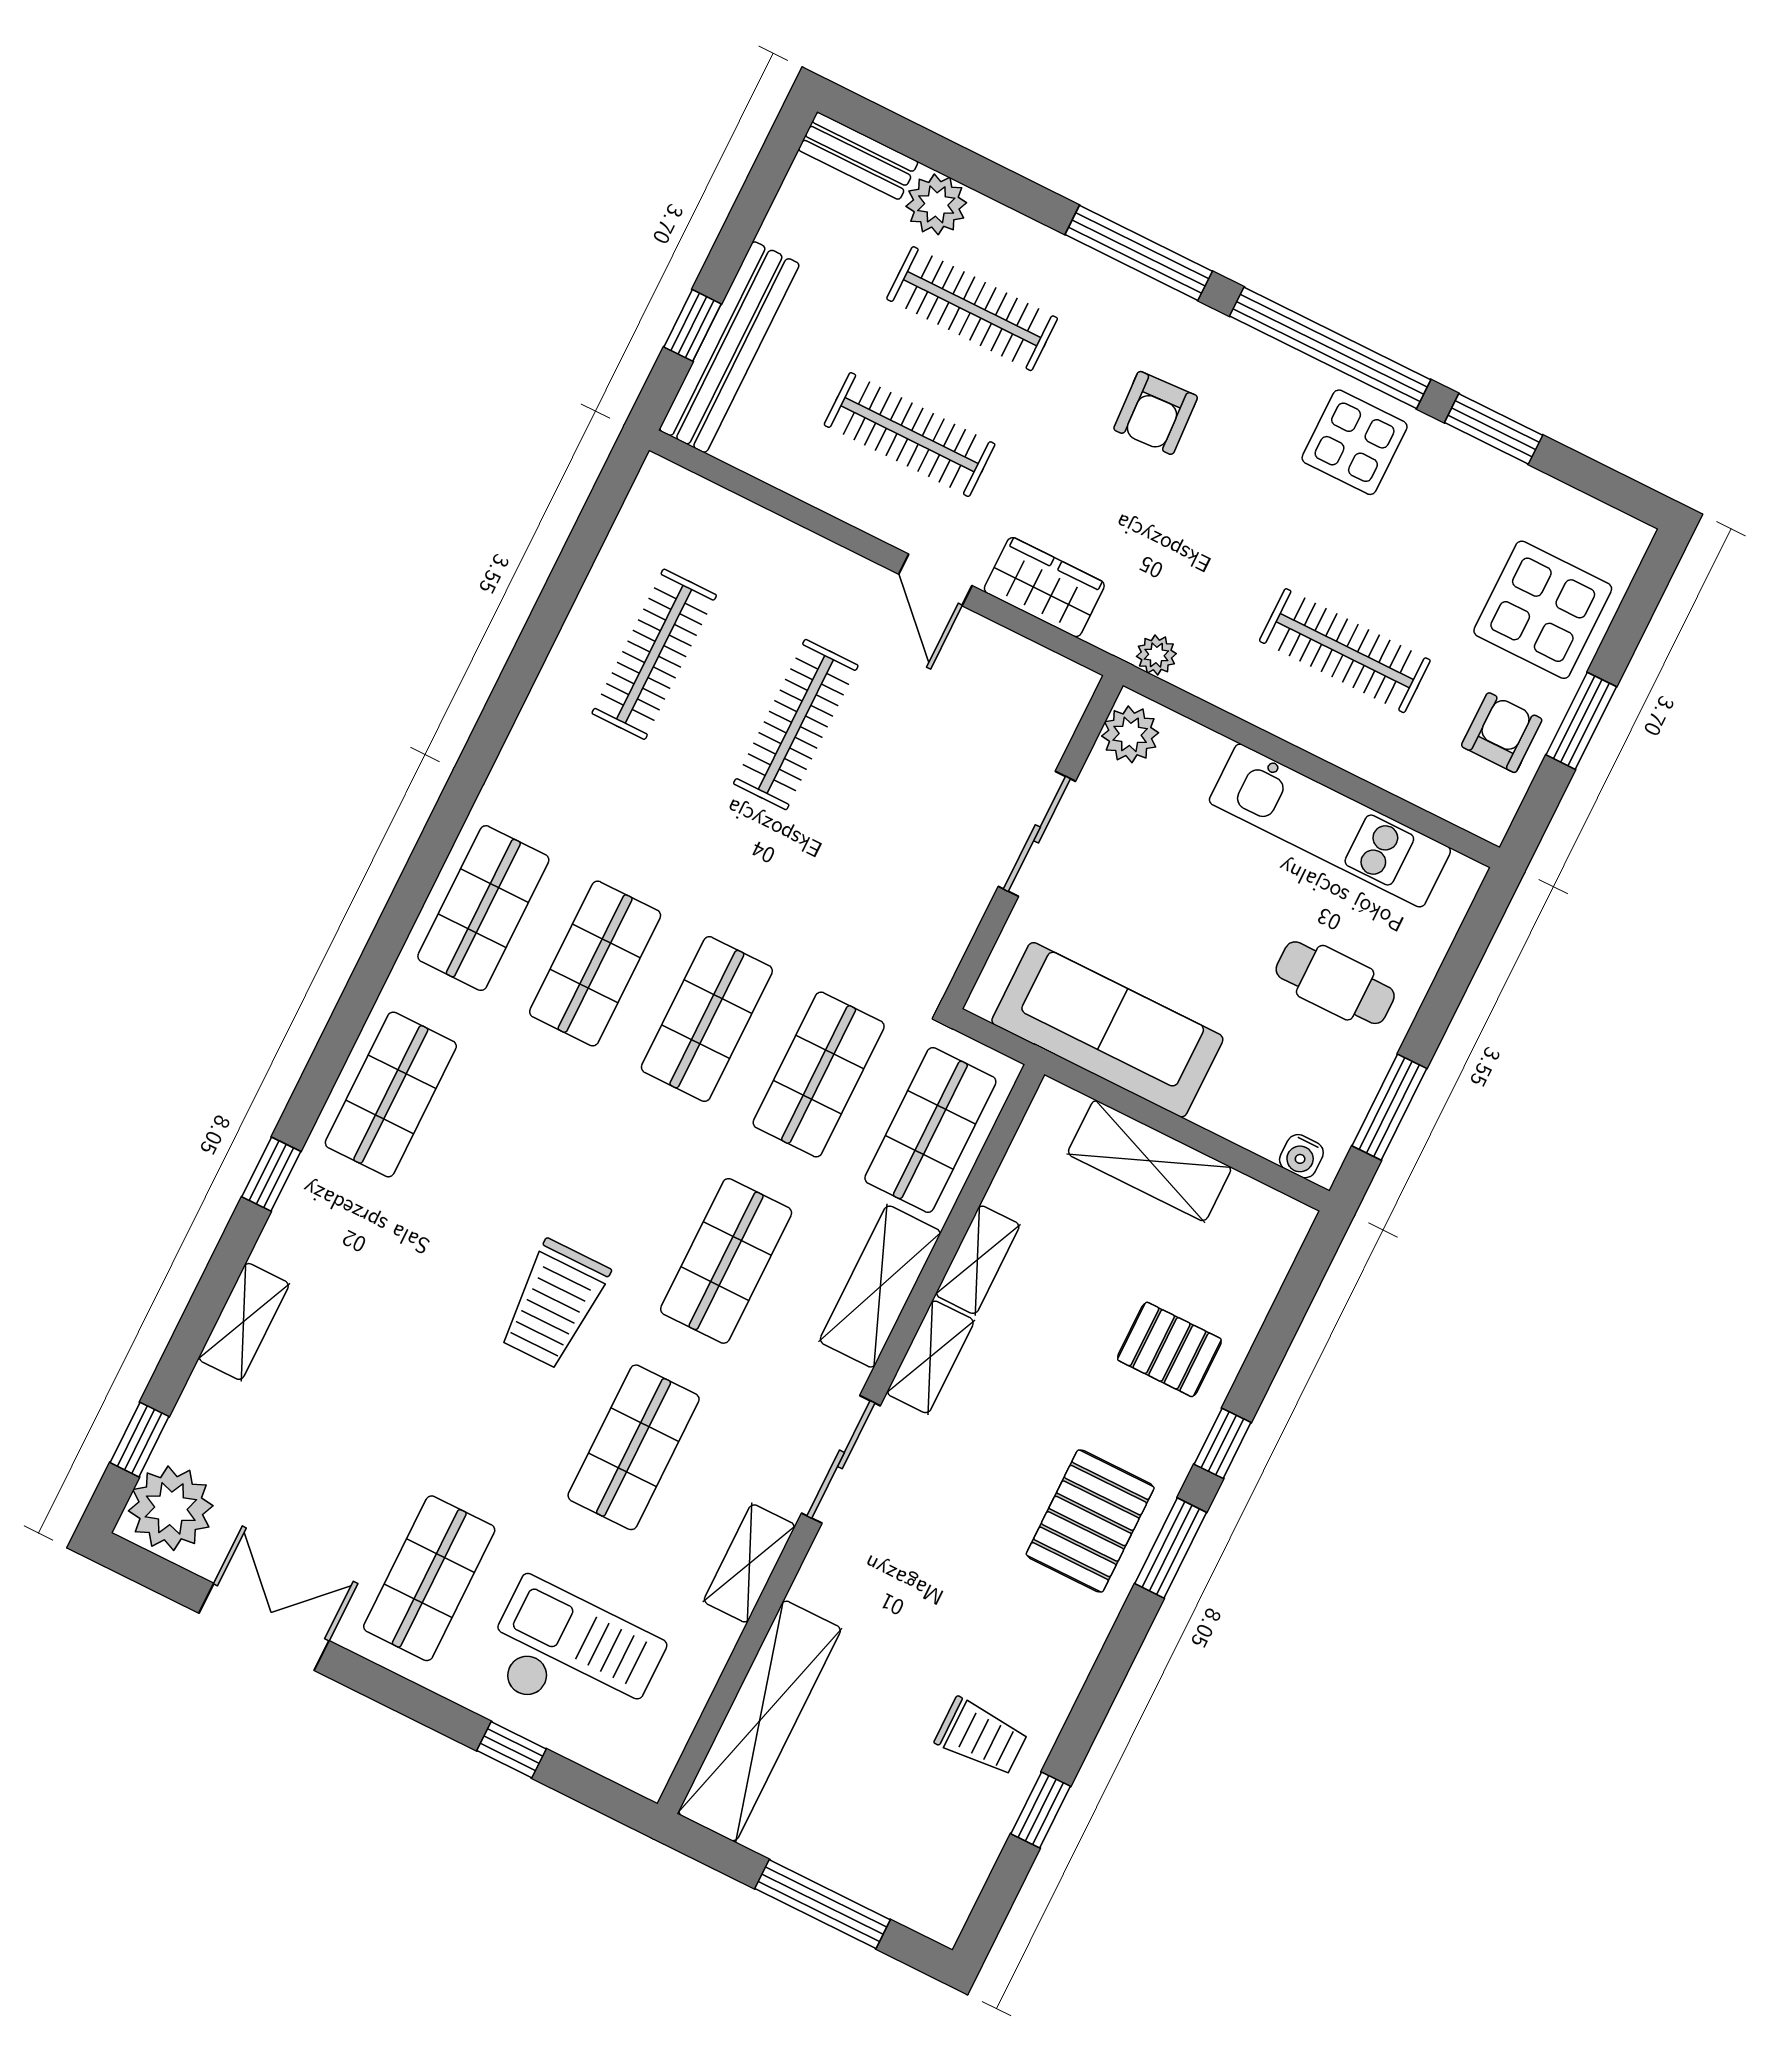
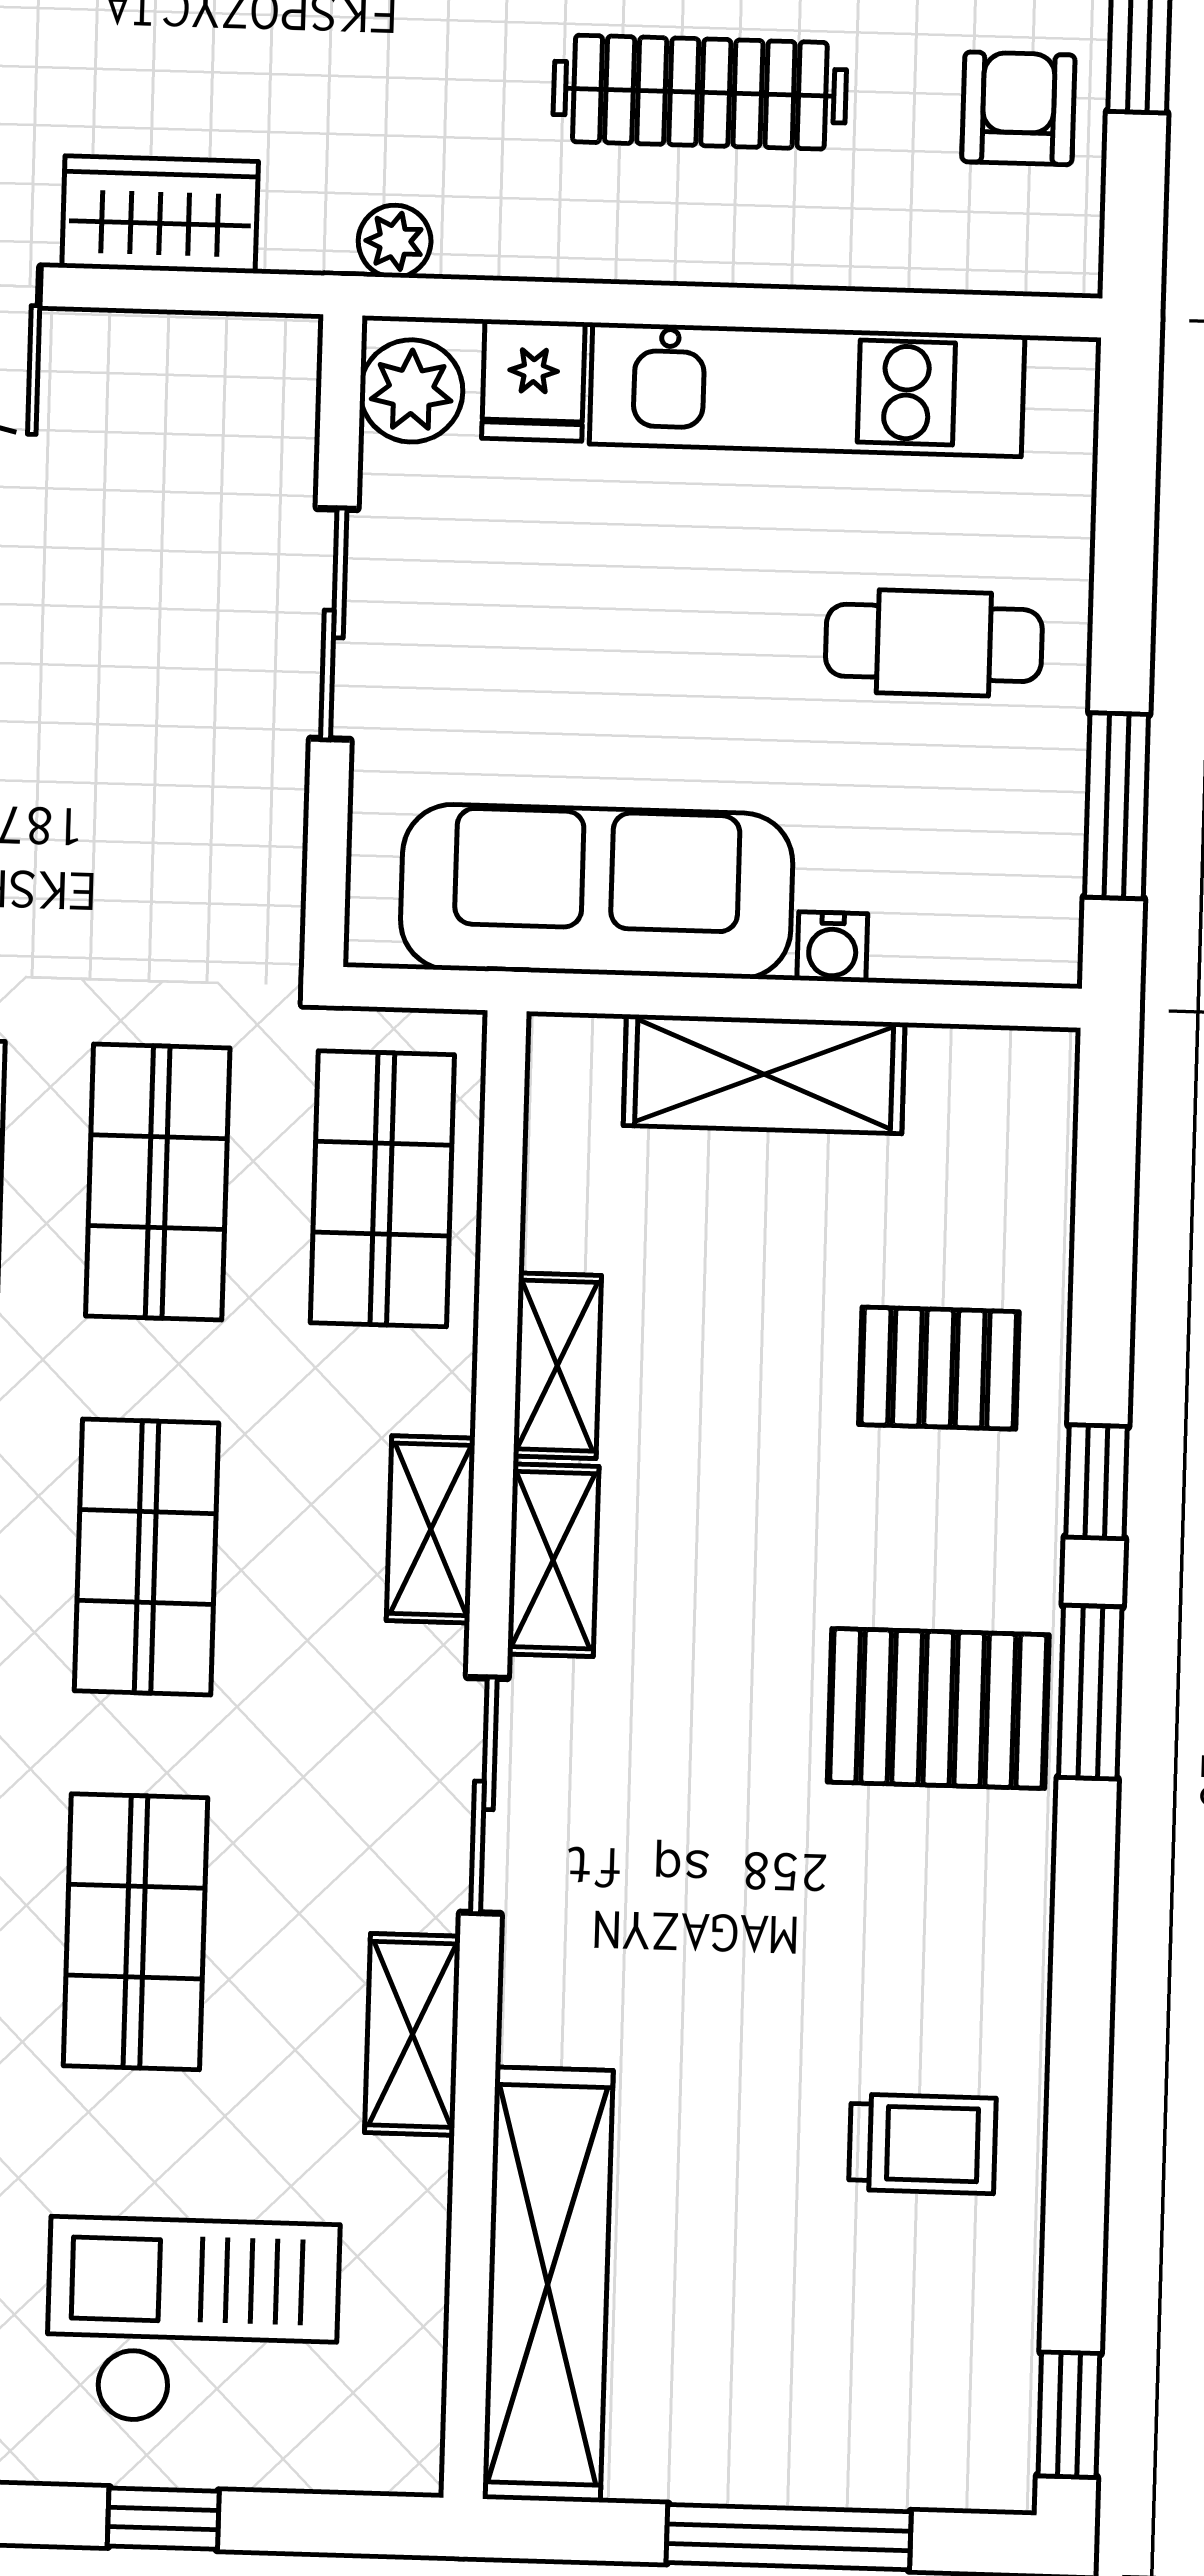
fridge: (1194, 757) -> (533, 380), added
water cooler: (1301, 1156) -> (832, 947), moved
shelving: (880, 1287) -> (431, 1529), width x0.67, depth x0.75
pallet: (1090, 1521) -> (938, 1708), turned 90
window: (1041, 1810) -> (1069, 2415), moved

